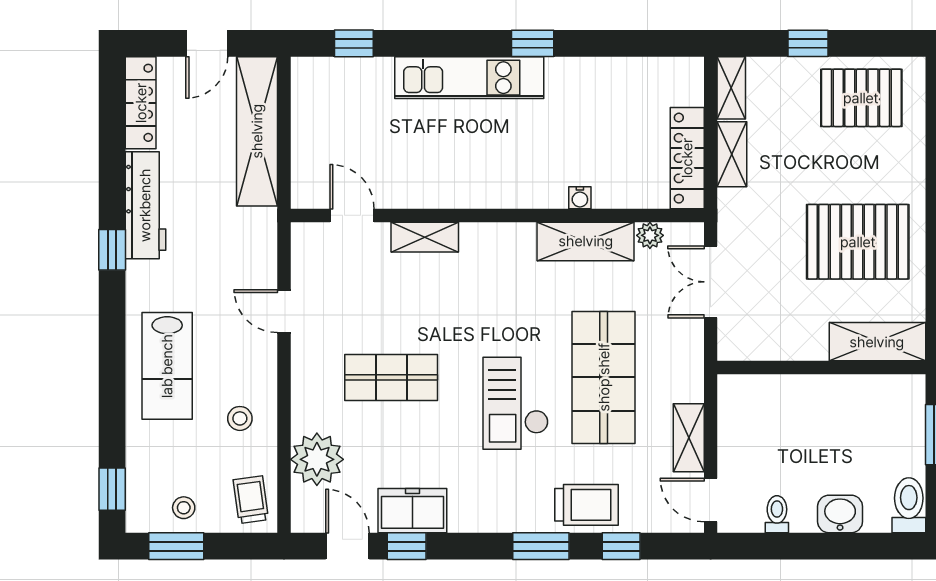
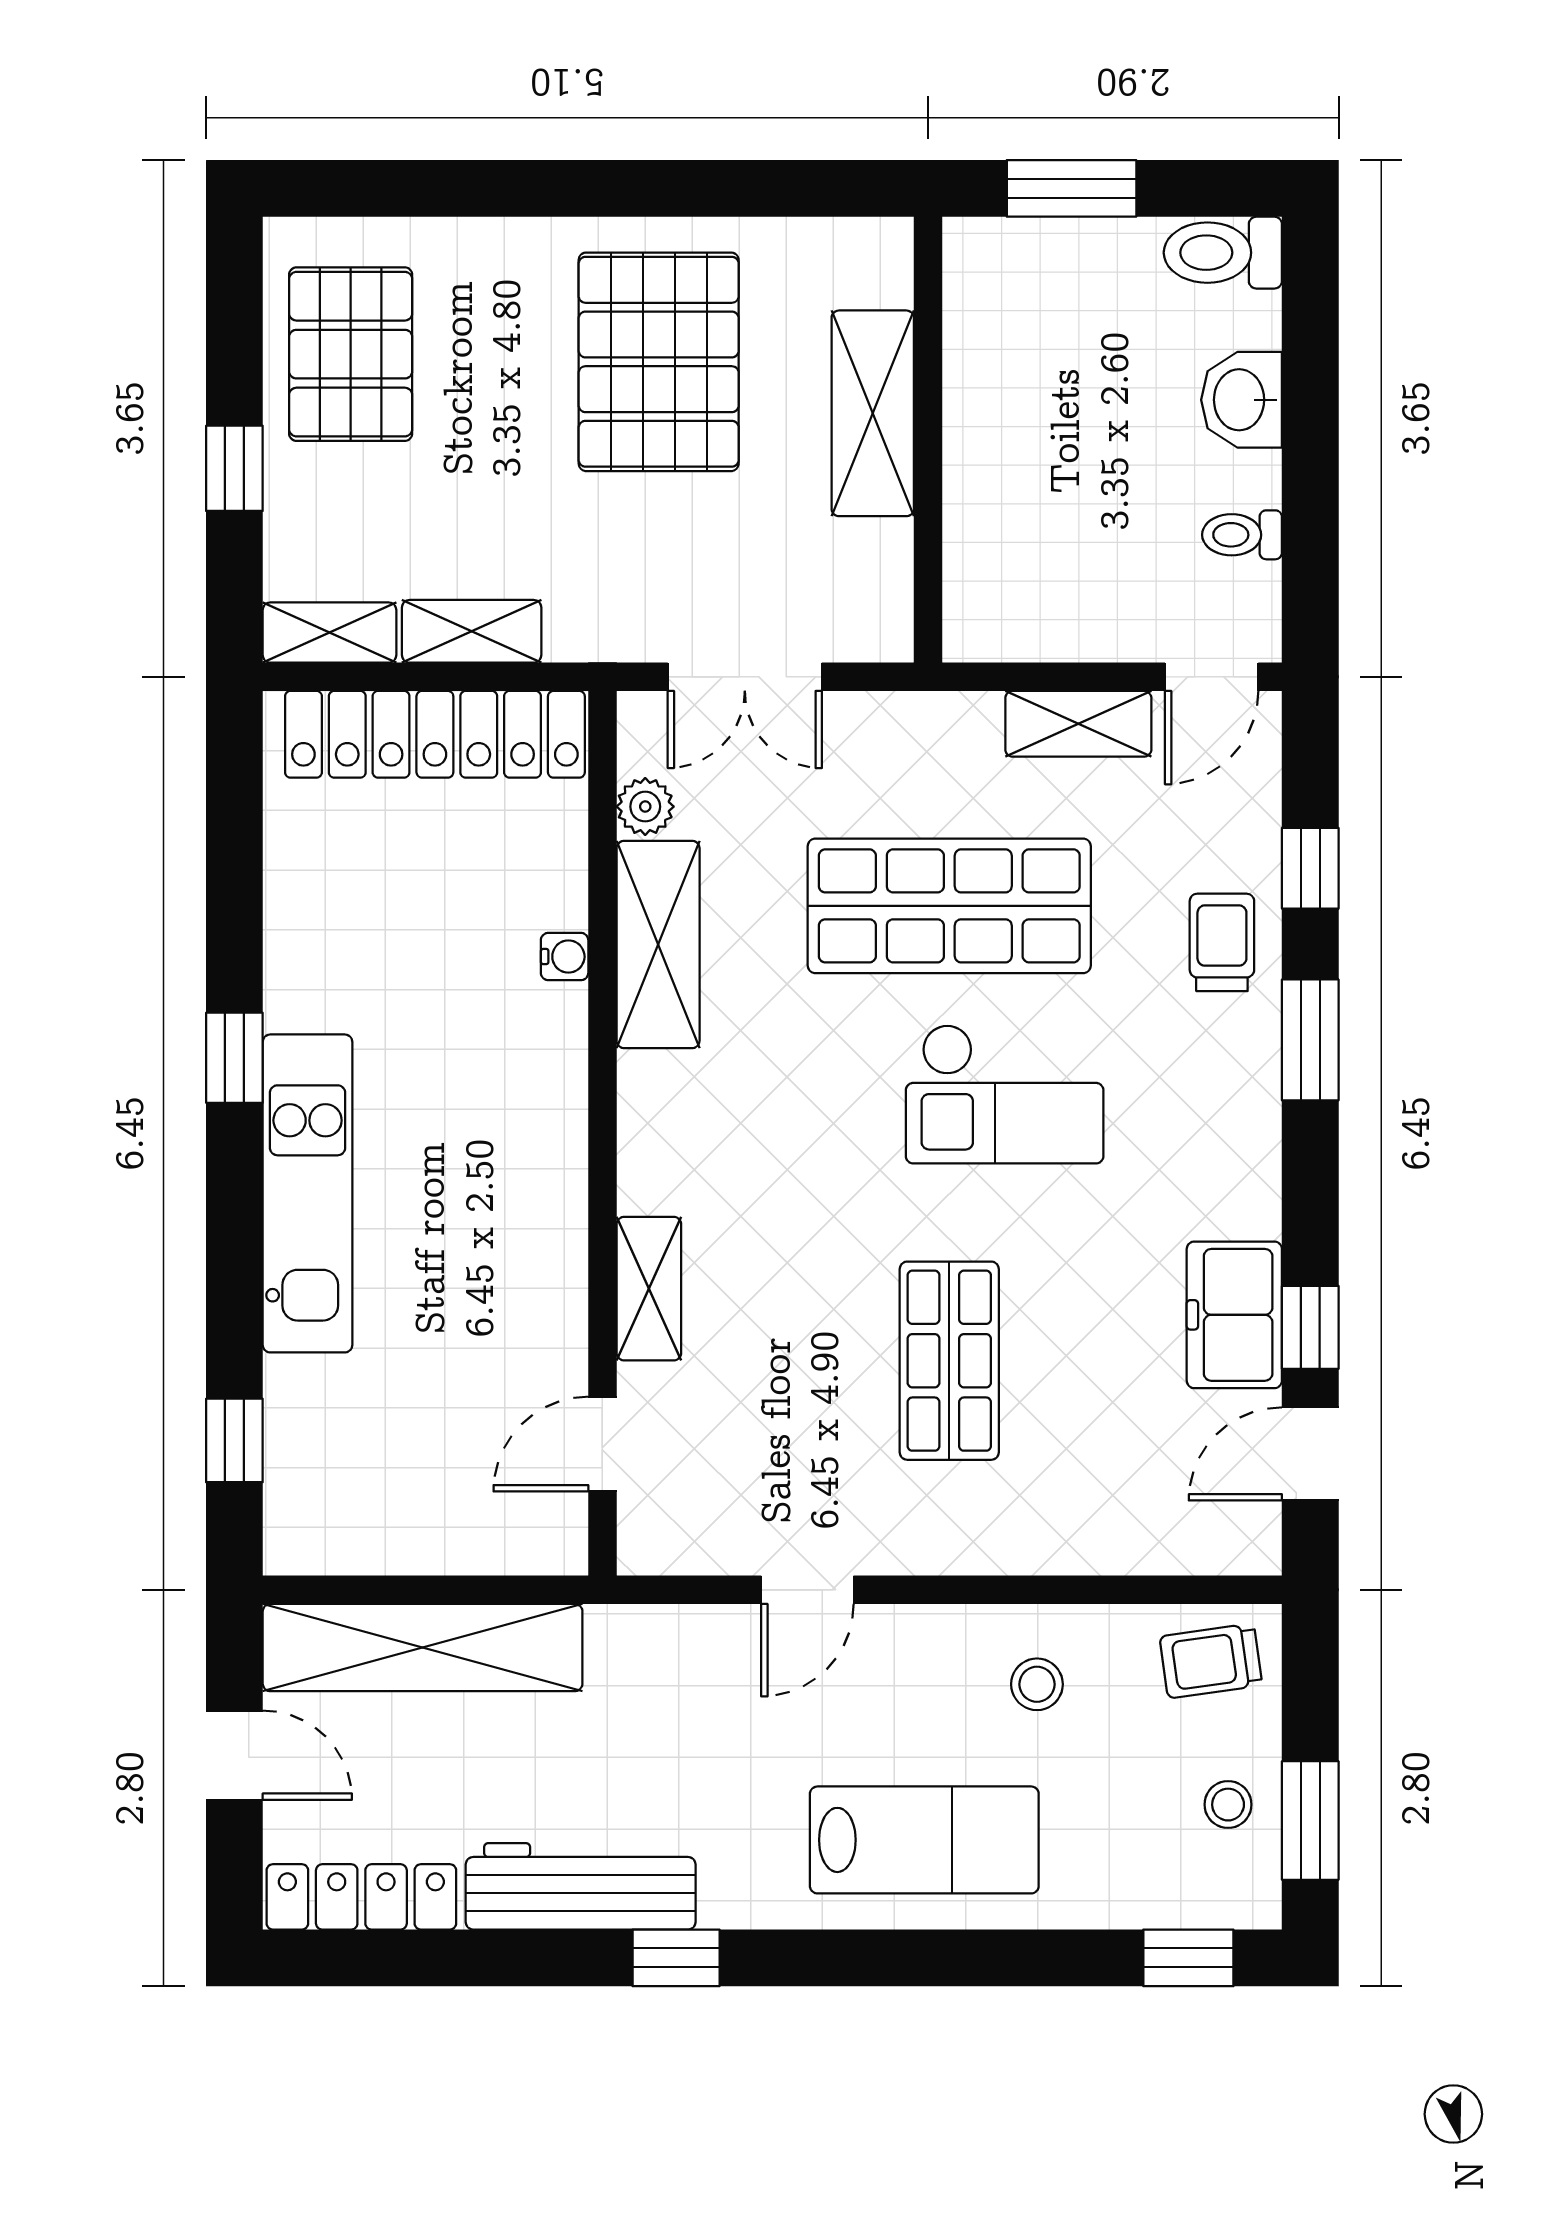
locker: (687, 158) -> (435, 734), width x1.41, depth x1.21
shelving: (877, 342) -> (873, 413), moved
plant: (317, 459) -> (1124, 1519), removed
trolley: (587, 505) -> (1222, 942), width x0.73, depth x0.72

